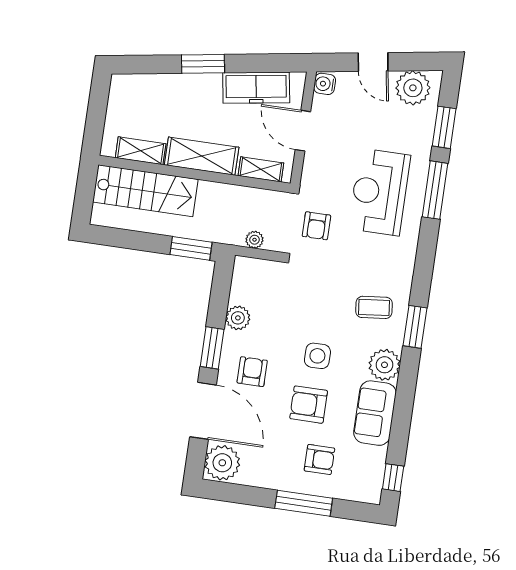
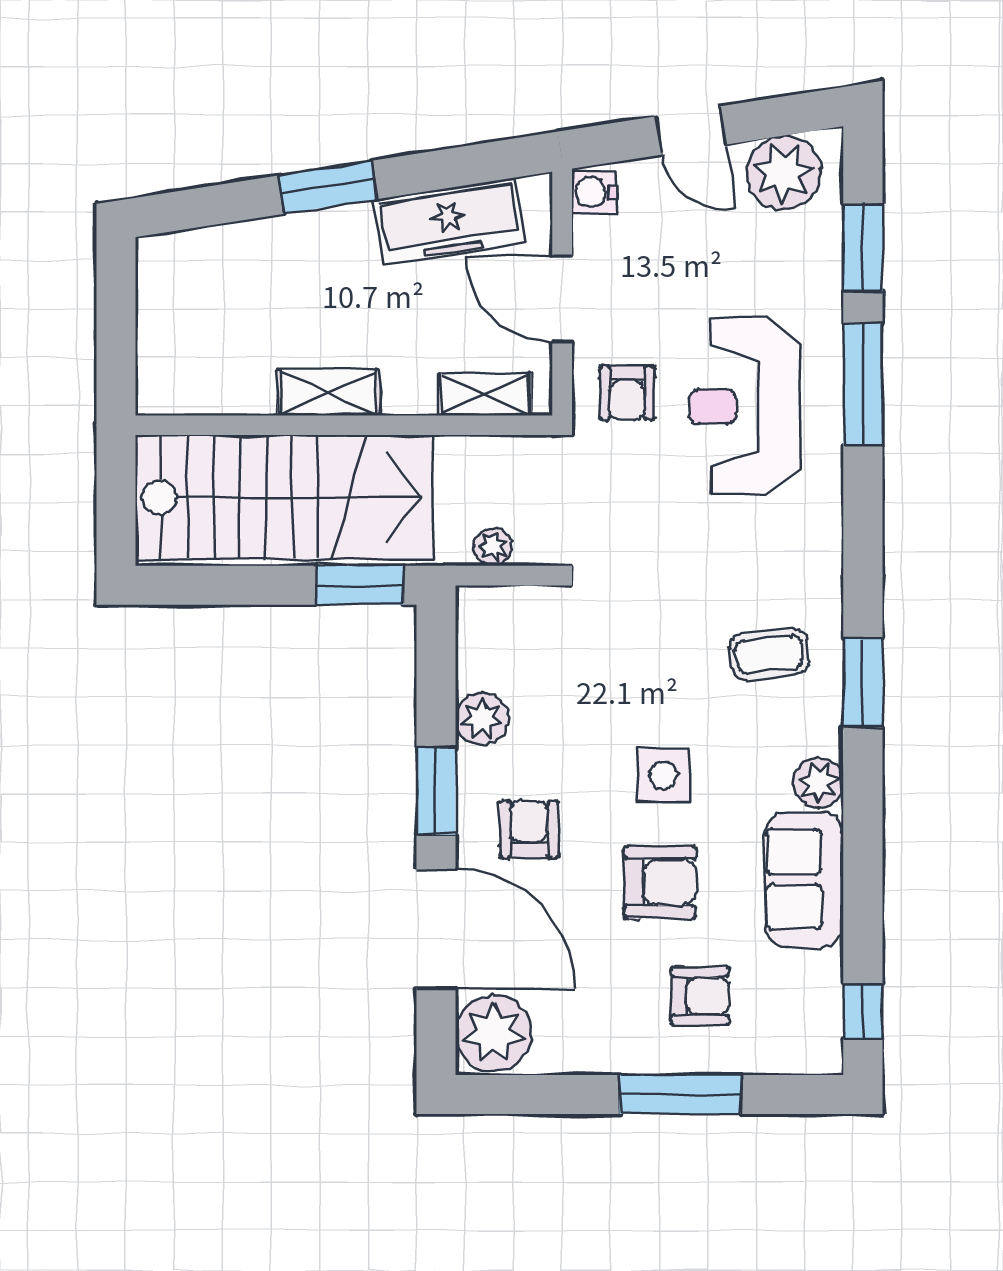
shelving: (141, 151) -> (222, 392), removed
shelving: (202, 156) -> (328, 393), width x0.67, depth x0.75
stairs: (145, 191) -> (284, 497), width x1.36, depth x1.51
armchair: (316, 226) -> (627, 393), moved
plant: (384, 365) -> (819, 783), width x0.73, depth x0.73
armchair: (309, 405) -> (660, 882), turned 180

